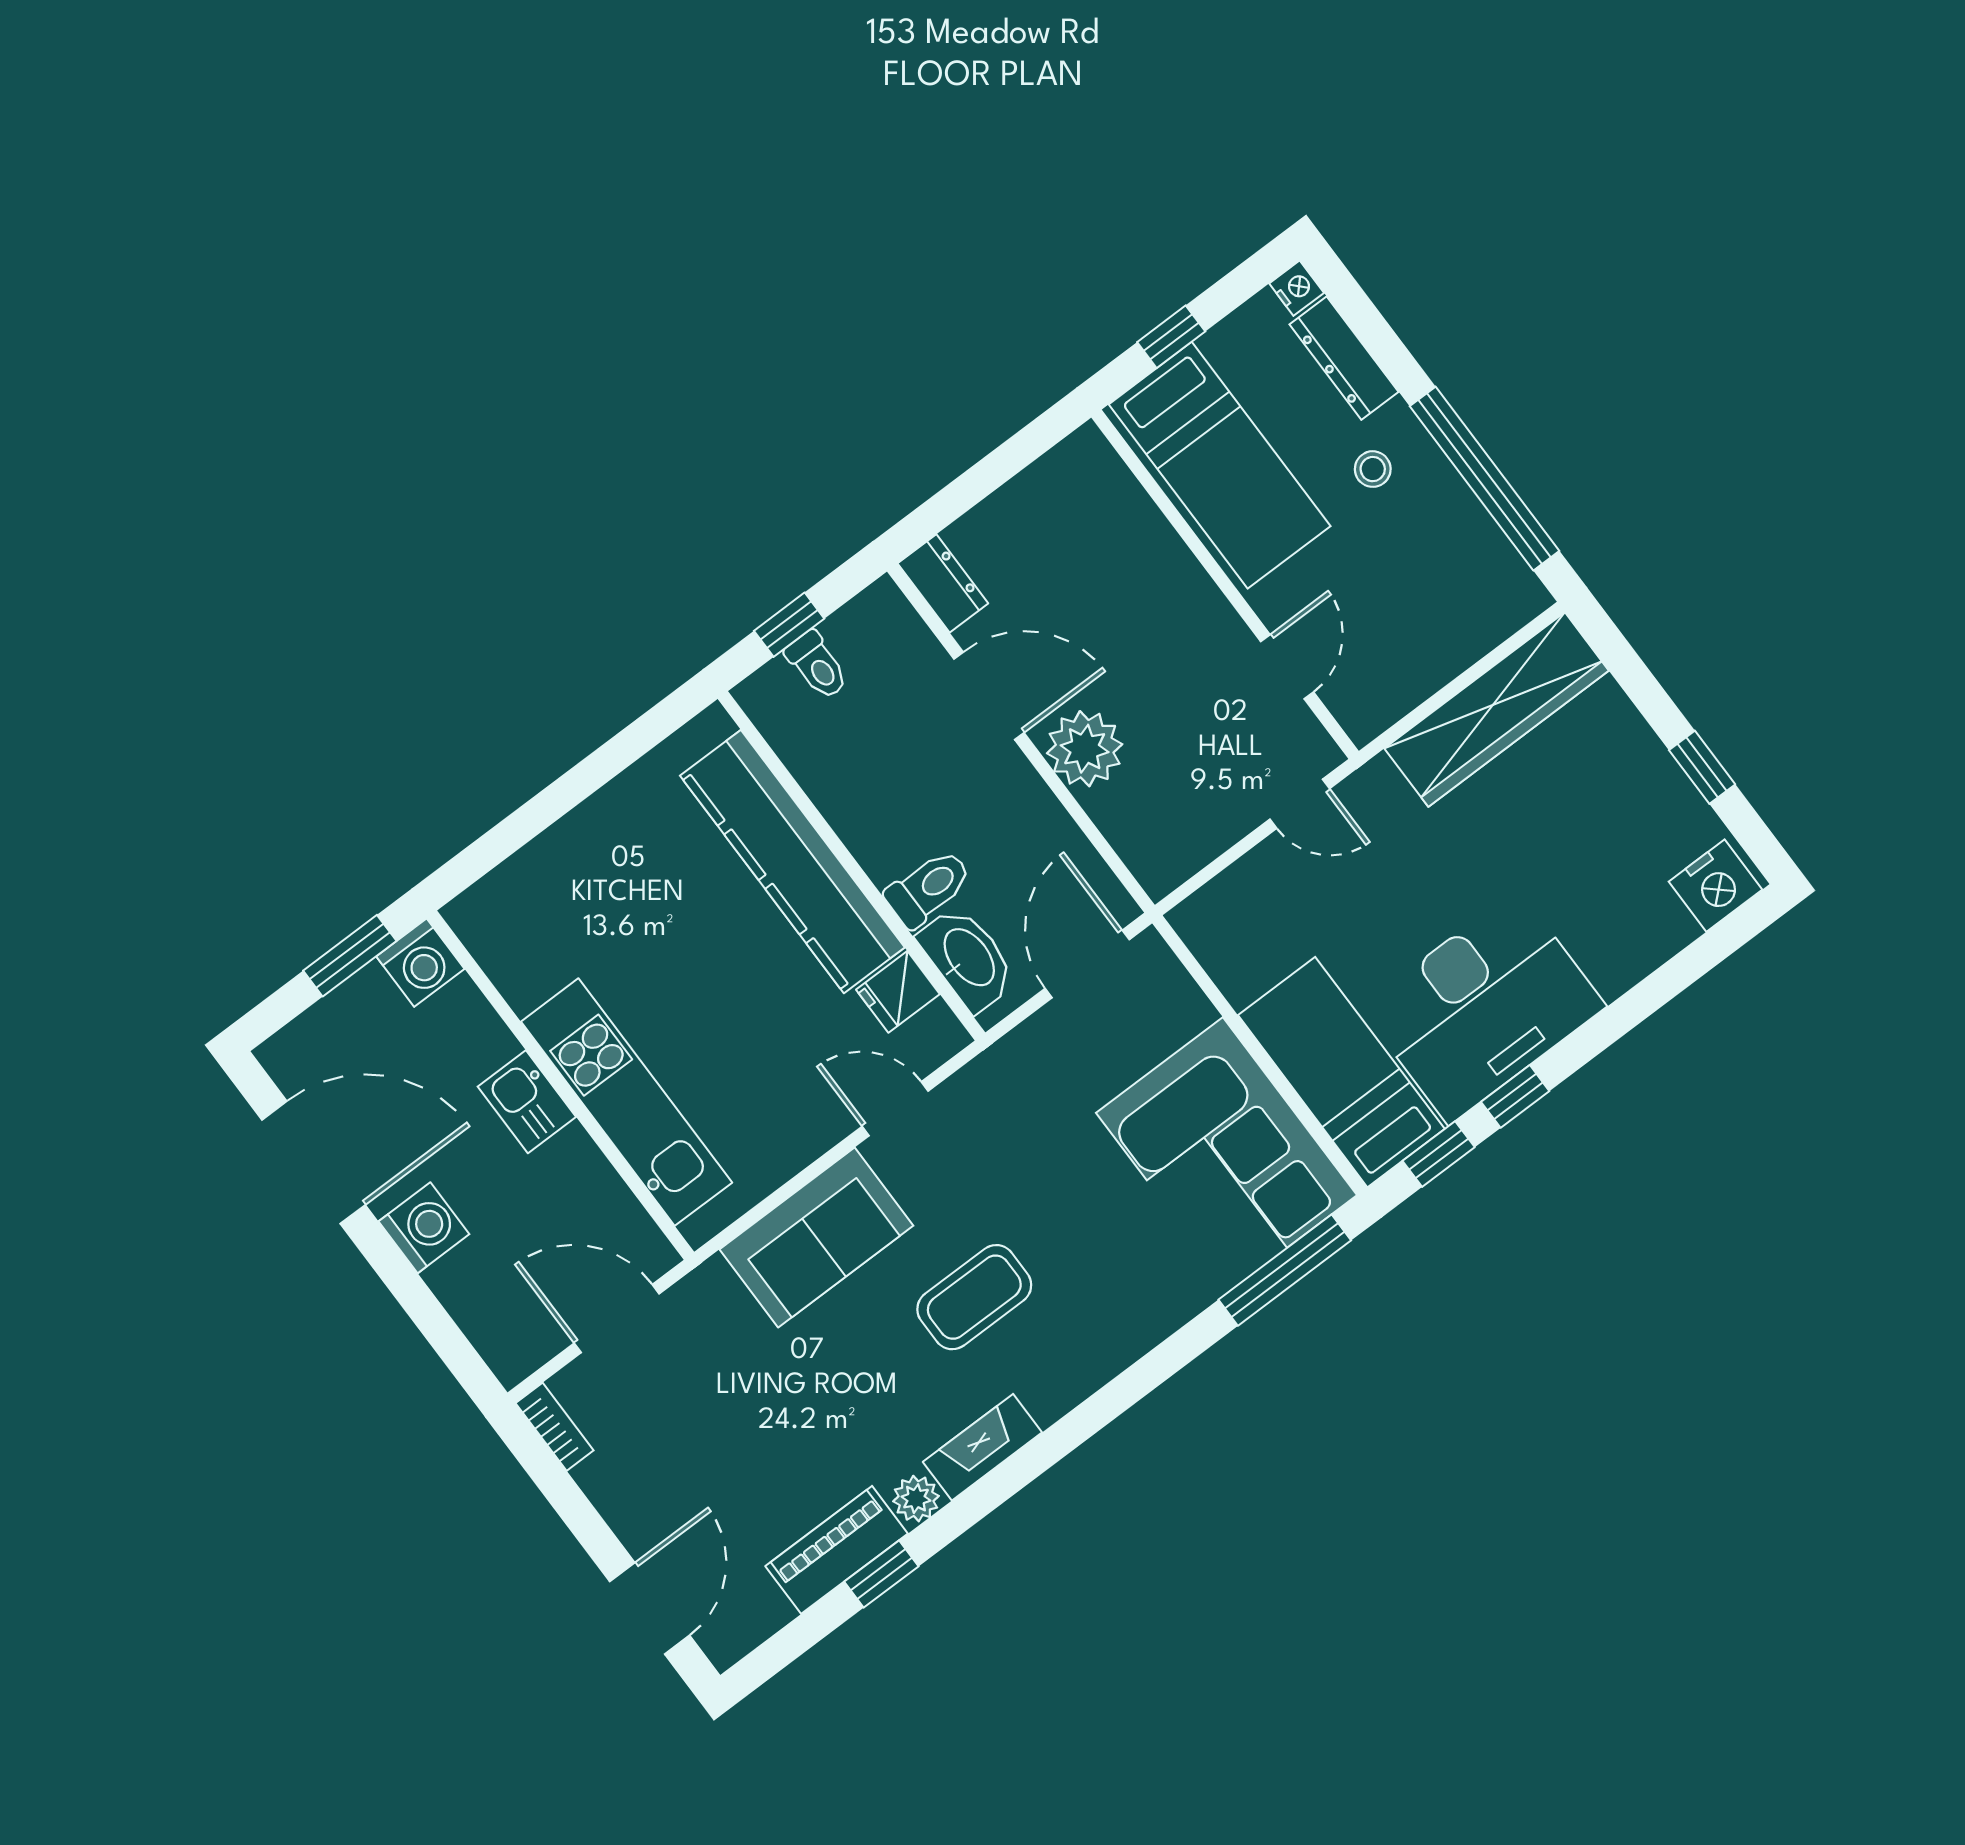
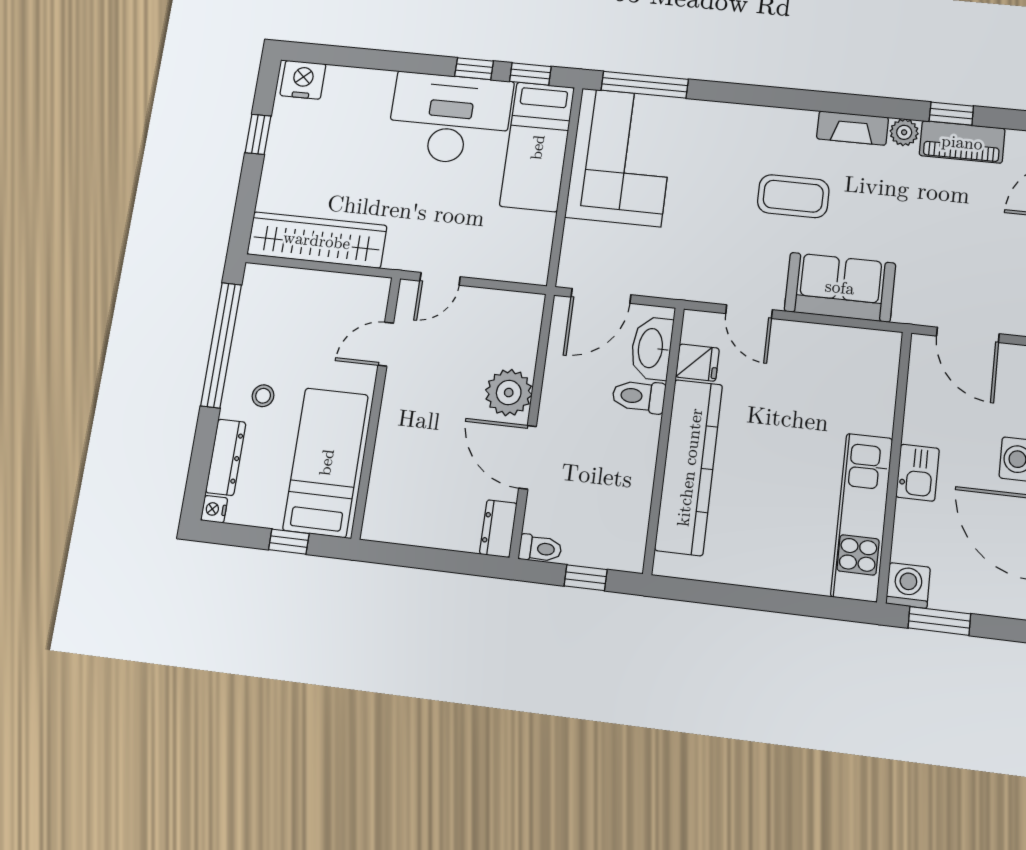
toilet: (817, 665) -> (540, 549), moved, turned 90
door: (1300, 804) -> (440, 279), swing flipped
kitchen unit: (627, 1102) -> (862, 517), moved

